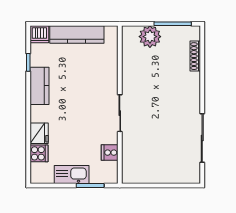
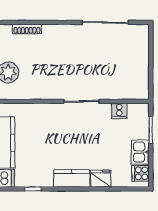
kitchen counter: (39, 86) -> (72, 178), moved
cooker: (39, 153) -> (141, 173), moved, turned -90
kitchen sink: (72, 174) -> (140, 152), width x0.73

